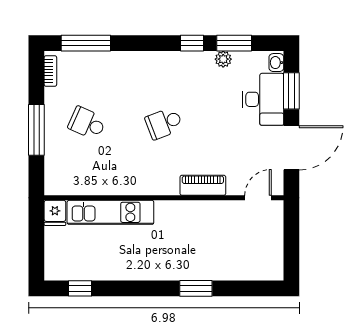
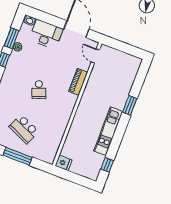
window: (291, 91) -> (47, 18), removed
school desk: (87, 123) -> (24, 129), width x1.85
kitchen unit: (110, 212) -> (108, 131), moved, turned 180

